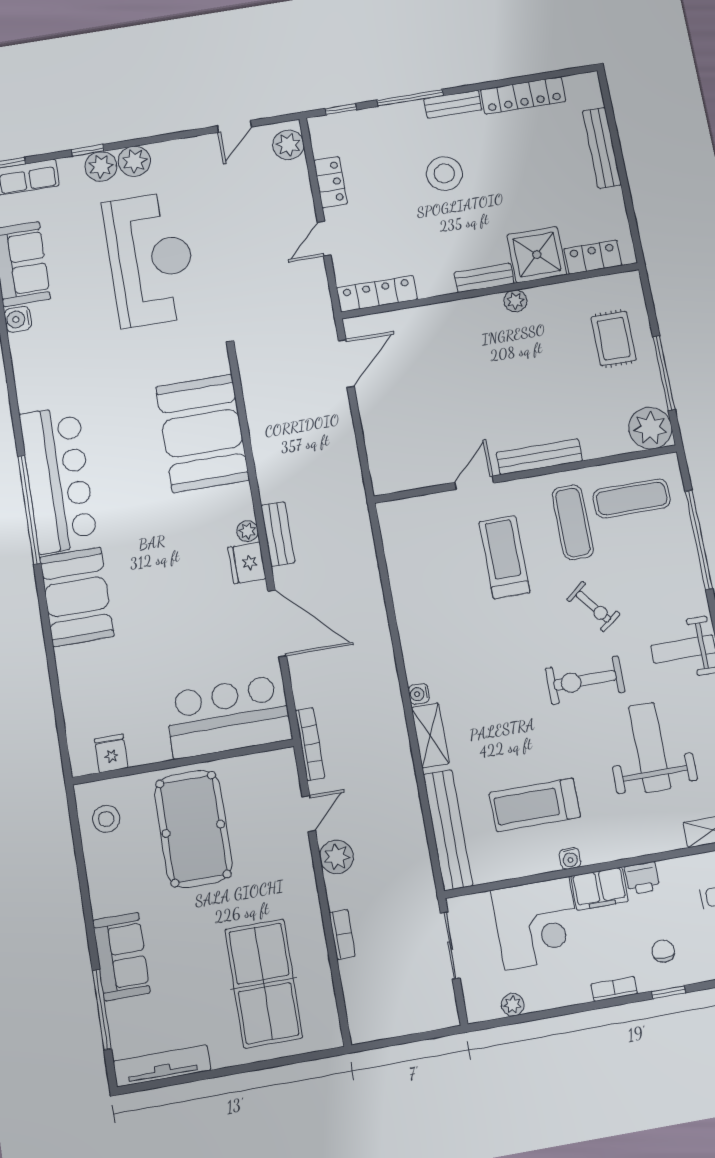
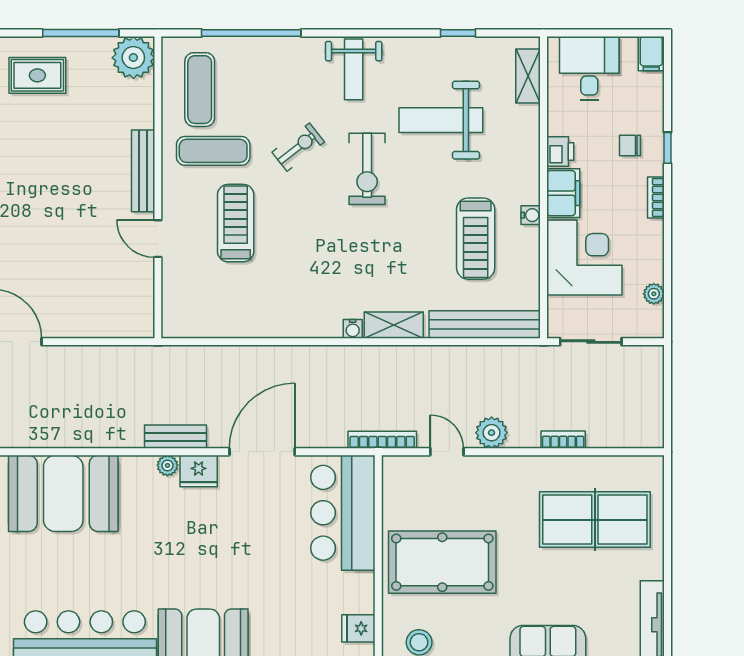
treadmill: (504, 557) -> (236, 223), turned 90

